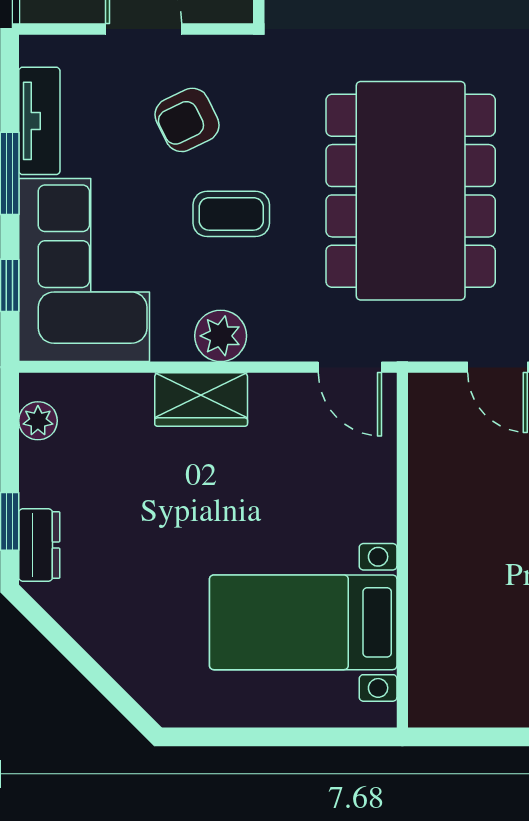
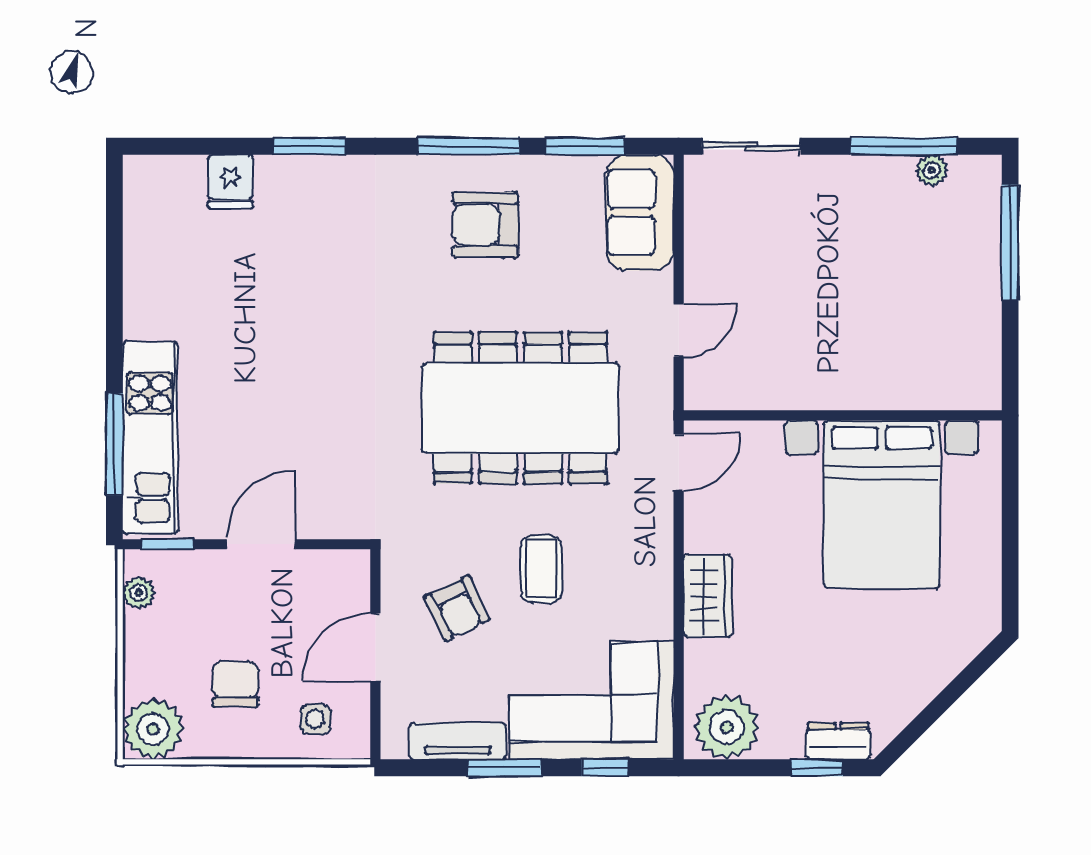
plant: (221, 336) -> (650, 578), removed
plant: (38, 421) -> (727, 727), width x1.88, depth x1.88
bed with nightstands: (303, 622) -> (882, 504), width x1.36

